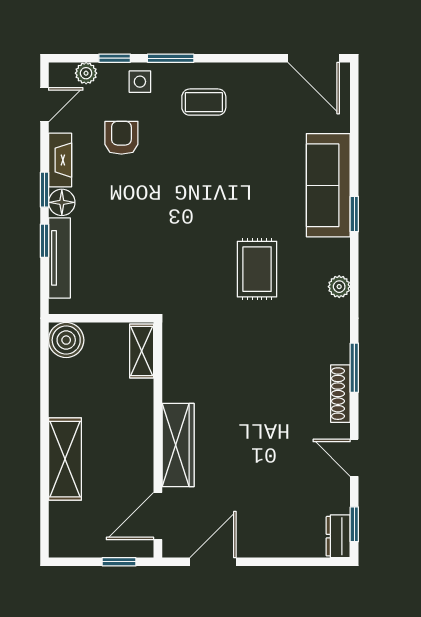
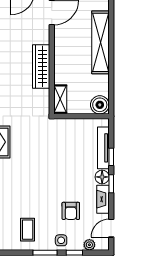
coffee table: (204, 102) -> (28, 230), turned 90
wardrobe: (178, 445) -> (41, 66), moved
shelving: (65, 459) -> (100, 42), width x1.47

